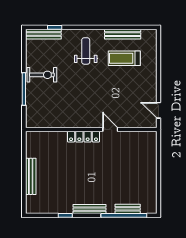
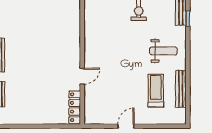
door: (158, 110) -> (126, 126), moved
locker: (83, 137) -> (75, 107), moved

